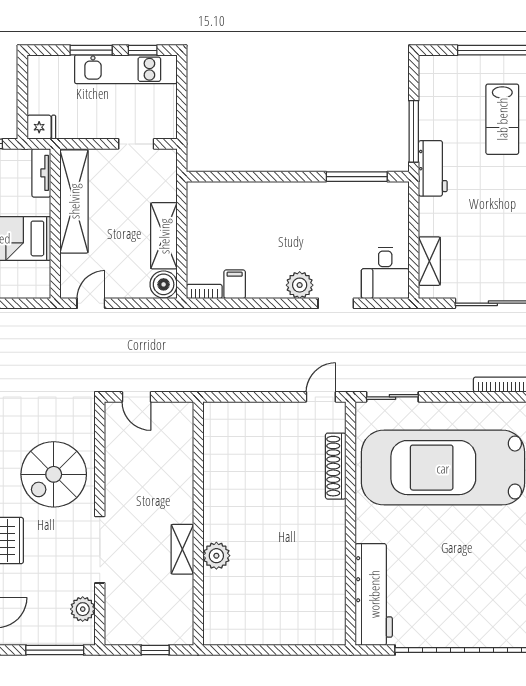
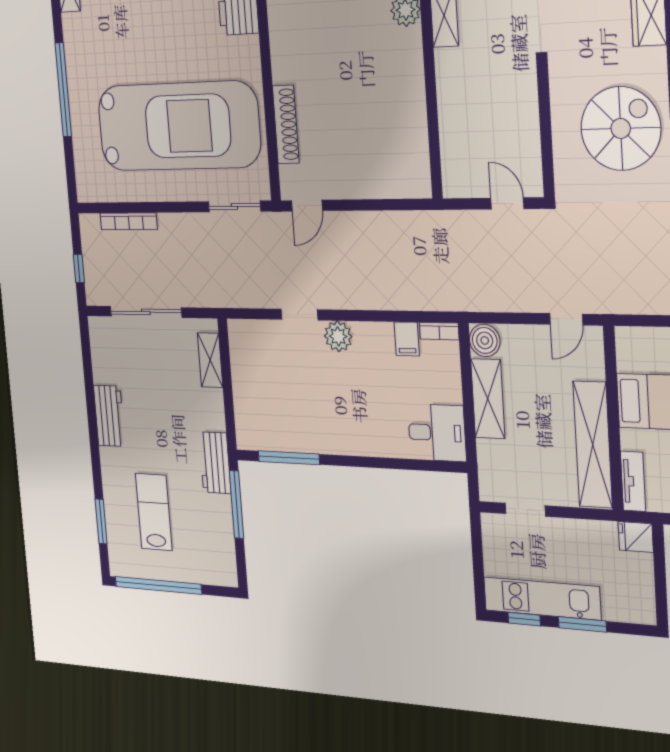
desk: (385, 273) -> (437, 433), moved, turned 90
spiral stairs: (54, 474) -> (621, 128), moved

